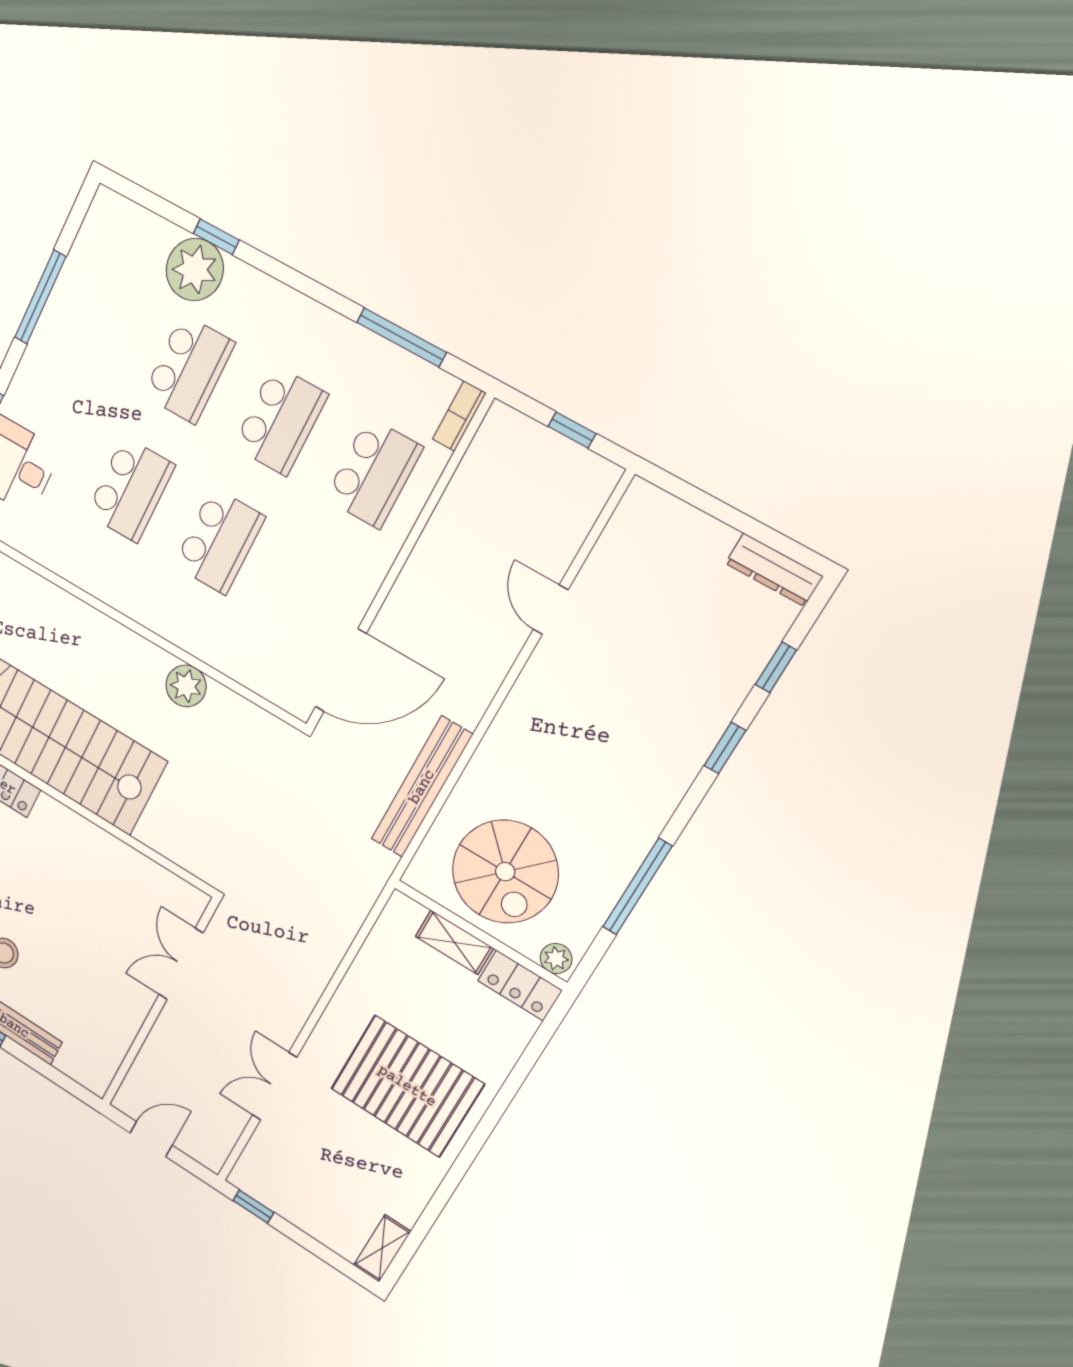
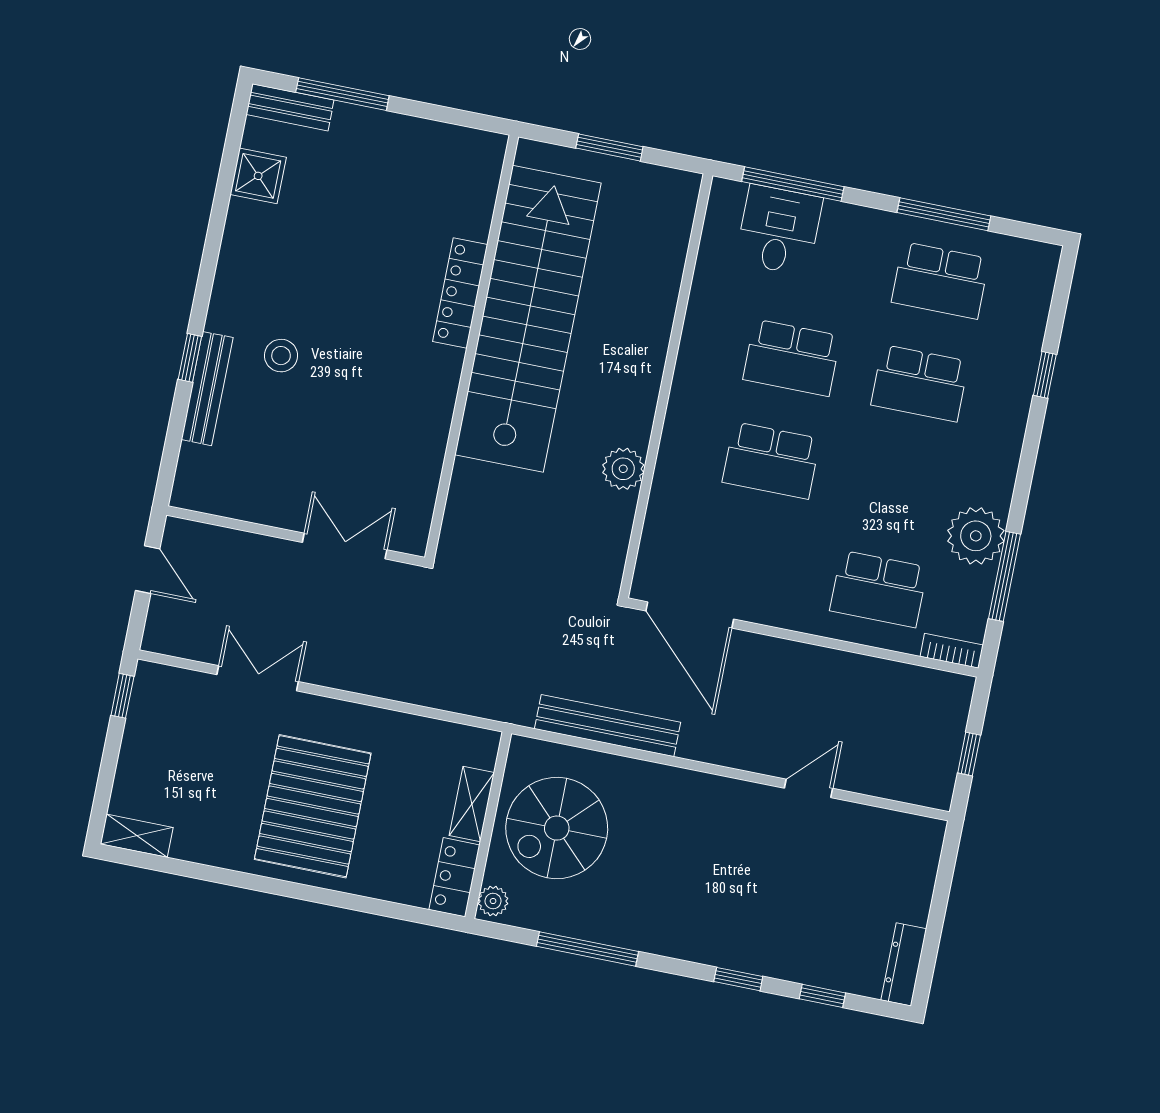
plant: (195, 270) -> (976, 536), moved
school desk: (280, 421) -> (940, 280), moved

